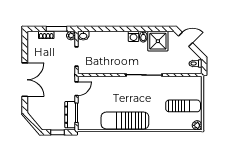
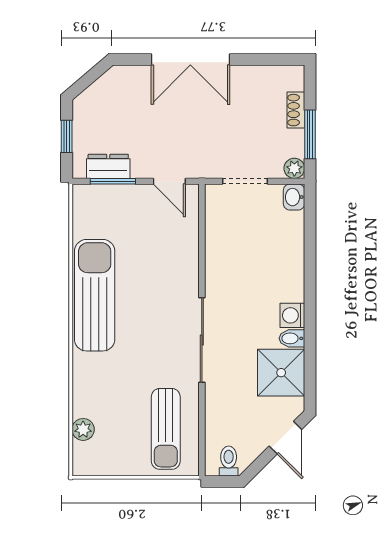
sun lounger: (183, 106) -> (166, 429), moved
dresser: (70, 115) -> (108, 166), width x0.70
plant: (197, 125) -> (83, 429), moved

